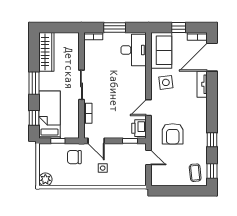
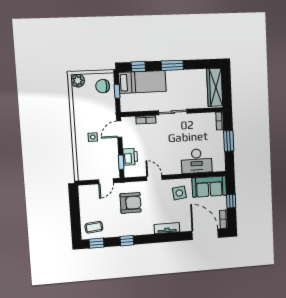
desk: (134, 50) -> (197, 161), moved
wardrobe: (46, 52) -> (215, 87), moved, turned 90
tv unit: (202, 84) -> (167, 228), moved
printer: (139, 128) -> (130, 157), moved, turned 90
armchair: (173, 134) -> (131, 203), turned 180
chair: (74, 157) -> (103, 86), moved, turned -90

